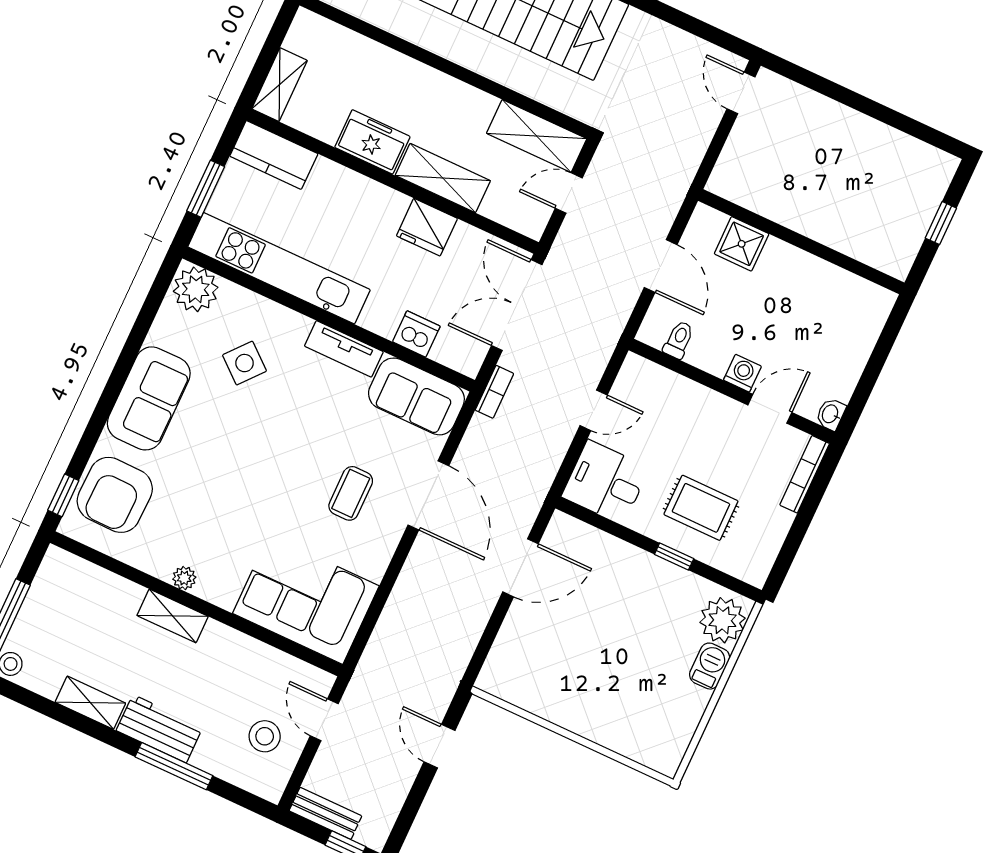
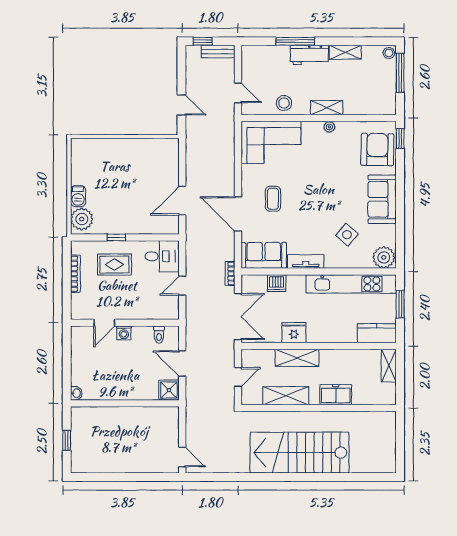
shelving: (537, 136) -> (286, 396), moved
freezer: (372, 142) -> (336, 395), moved, turned 180
shower: (742, 244) -> (169, 390), moved
washbasin: (831, 414) -> (76, 393), moved
bookcase: (805, 474) -> (75, 274), moved
stool: (265, 736) -> (284, 103), moved

